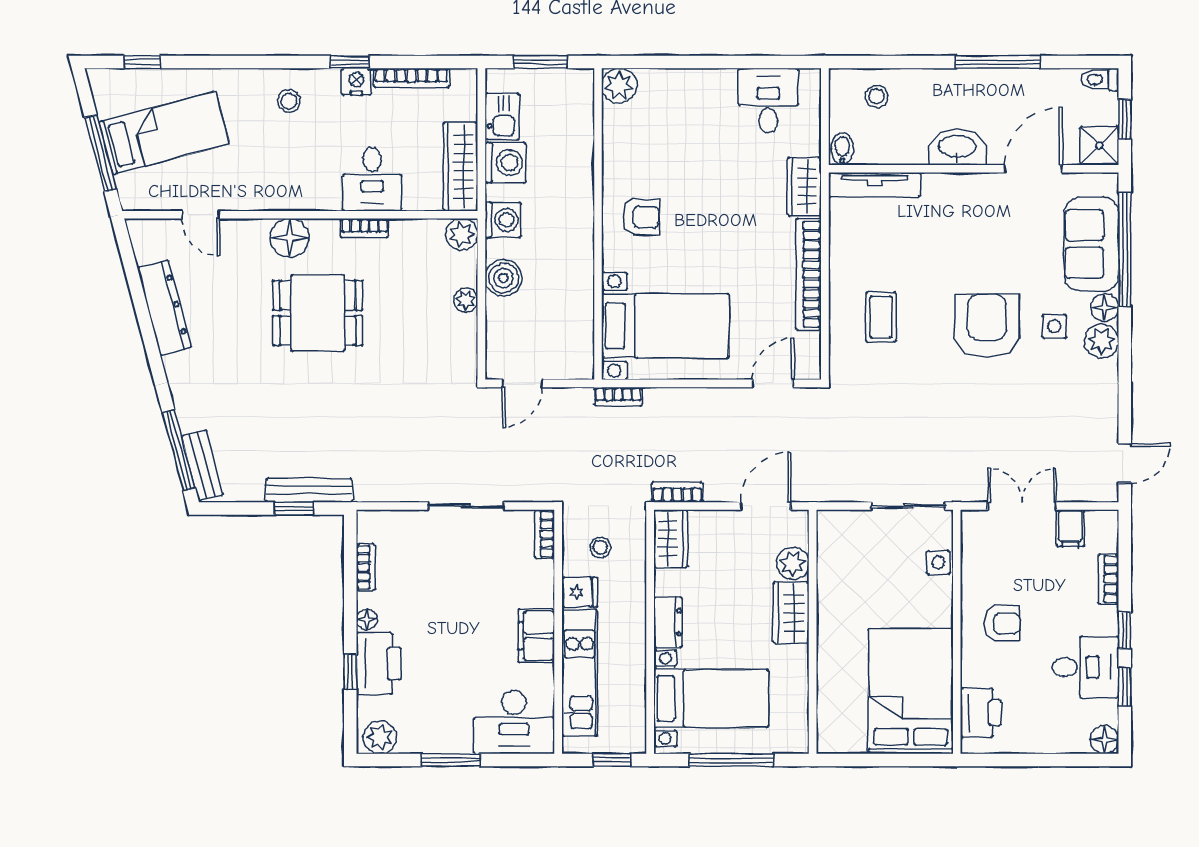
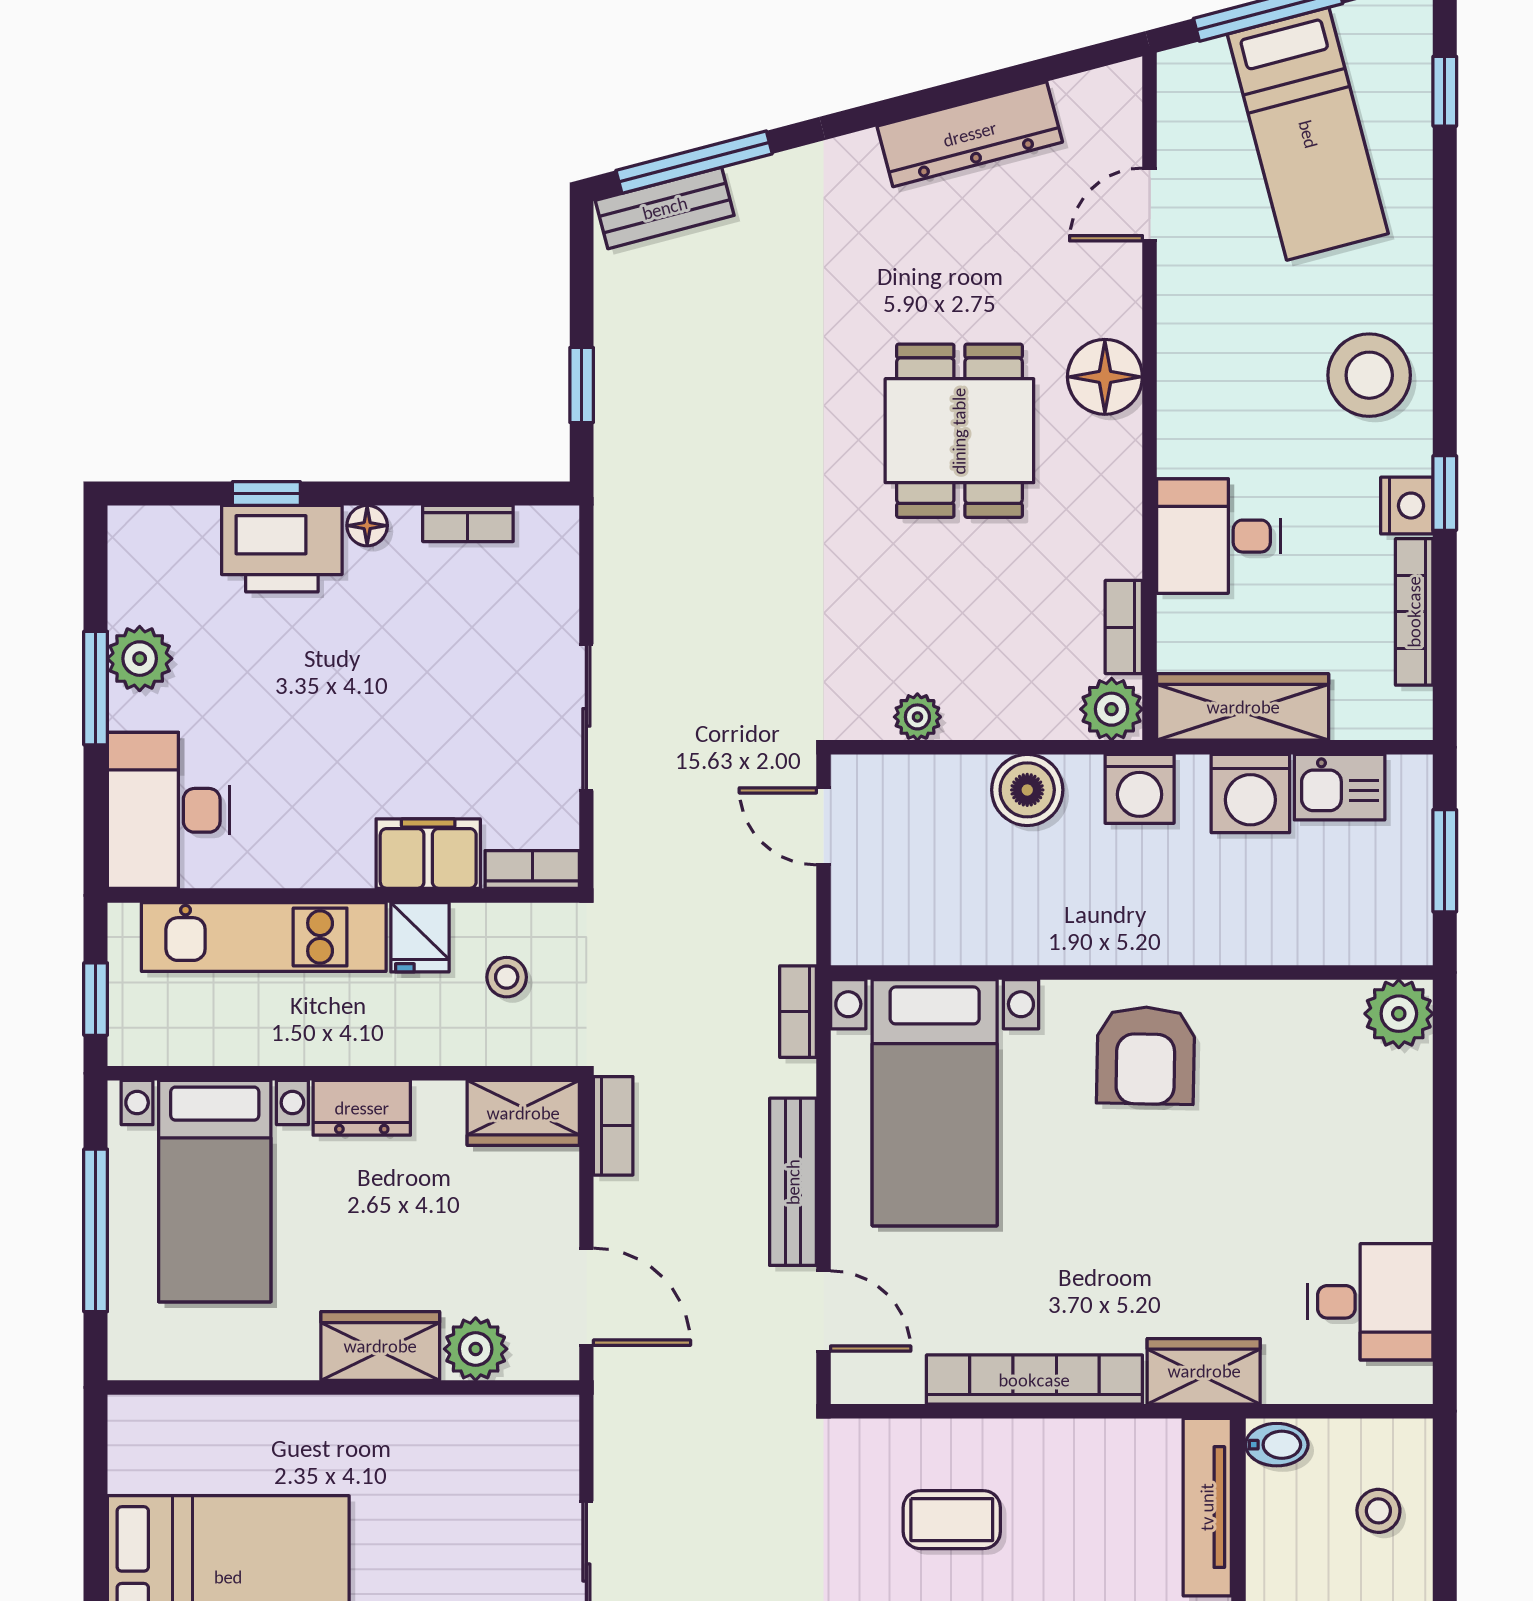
stool: (289, 101) -> (1369, 375), width x1.89, depth x1.89
armchair: (641, 217) -> (1146, 1055), width x1.38, depth x1.38
bookcase: (365, 228) -> (1124, 627), moved
plant: (466, 300) -> (917, 717), moved
bench: (309, 490) -> (793, 1182), moved
filing cabinet: (536, 636) -> (428, 854), moved
plant: (380, 737) -> (140, 659), moved

